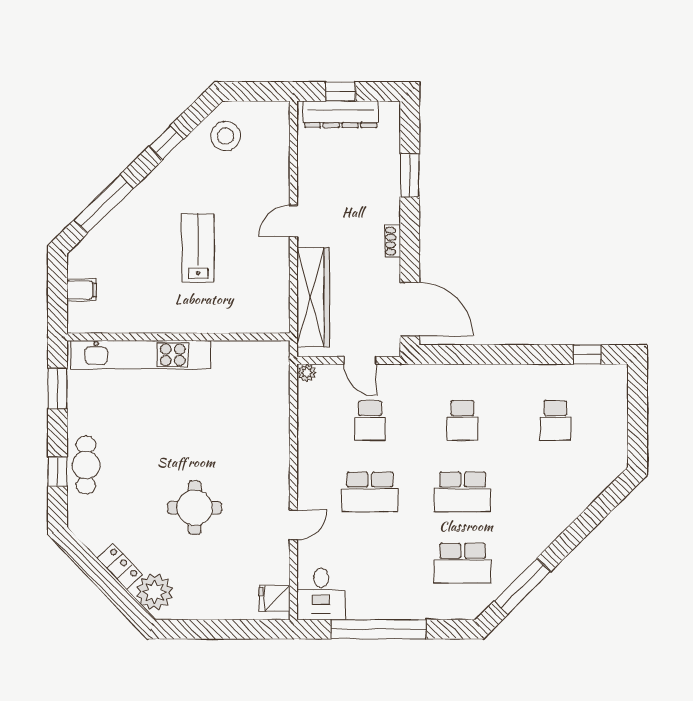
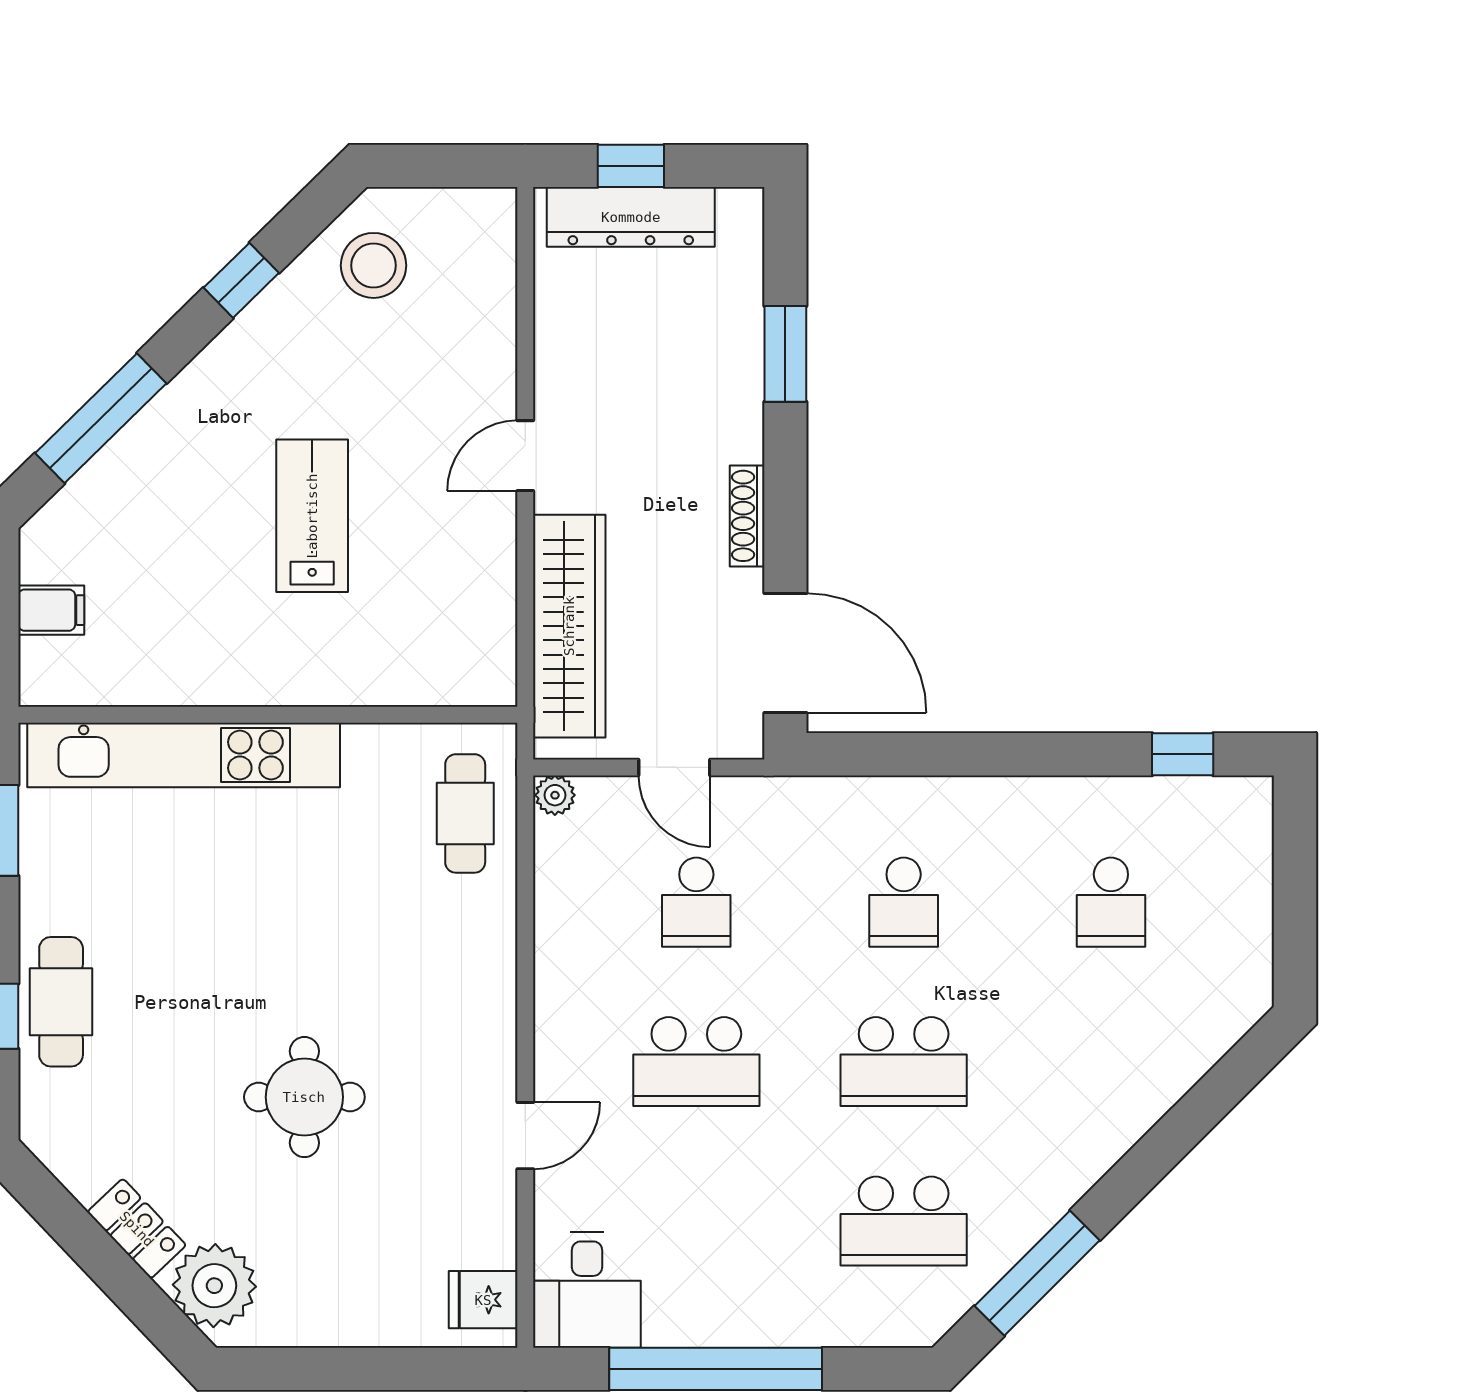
shoe rack: (393, 241) -> (747, 516), width x1.43
cafe table: (267, 381) -> (465, 813), added

